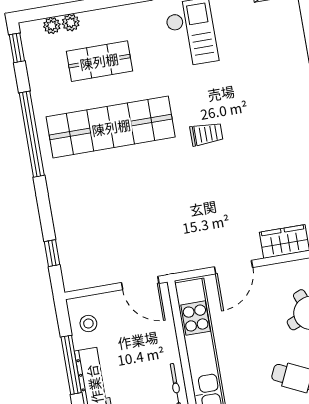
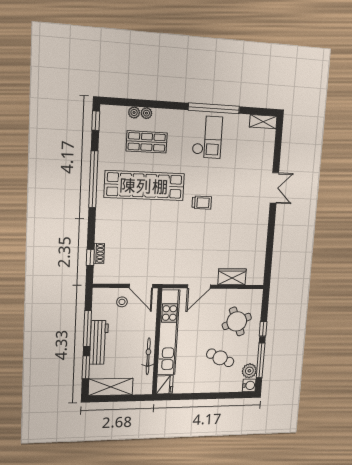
plant: (52, 26) -> (146, 113), moved
shoe rack: (64, 244) -> (99, 253), added
stool: (88, 324) -> (122, 302), moved

